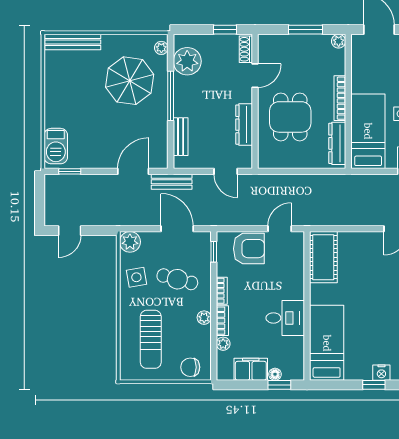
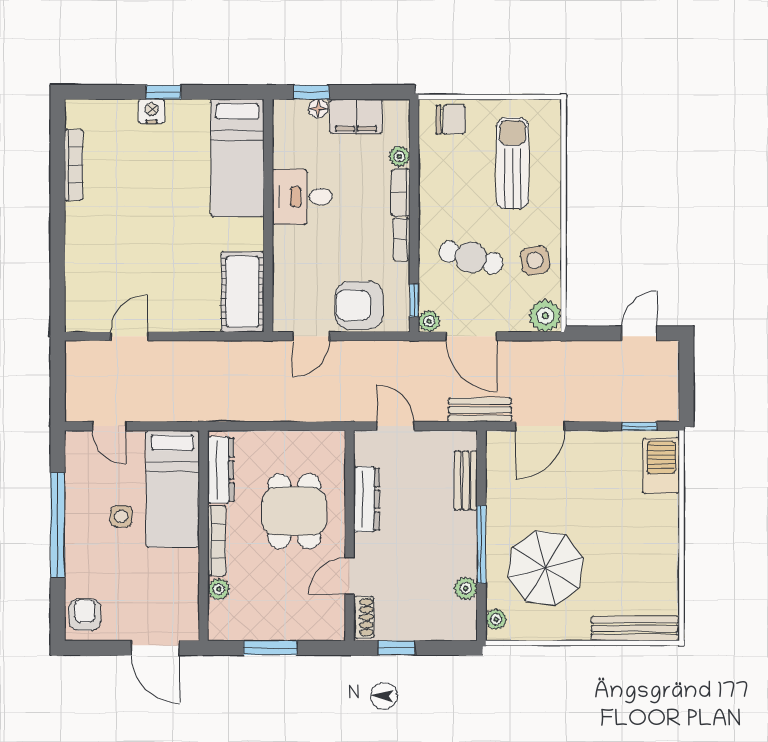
plant: (339, 41) -> (219, 589), moved
plant: (187, 61) -> (466, 588), width x0.53, depth x0.53
plant: (204, 318) -> (429, 321), moved

